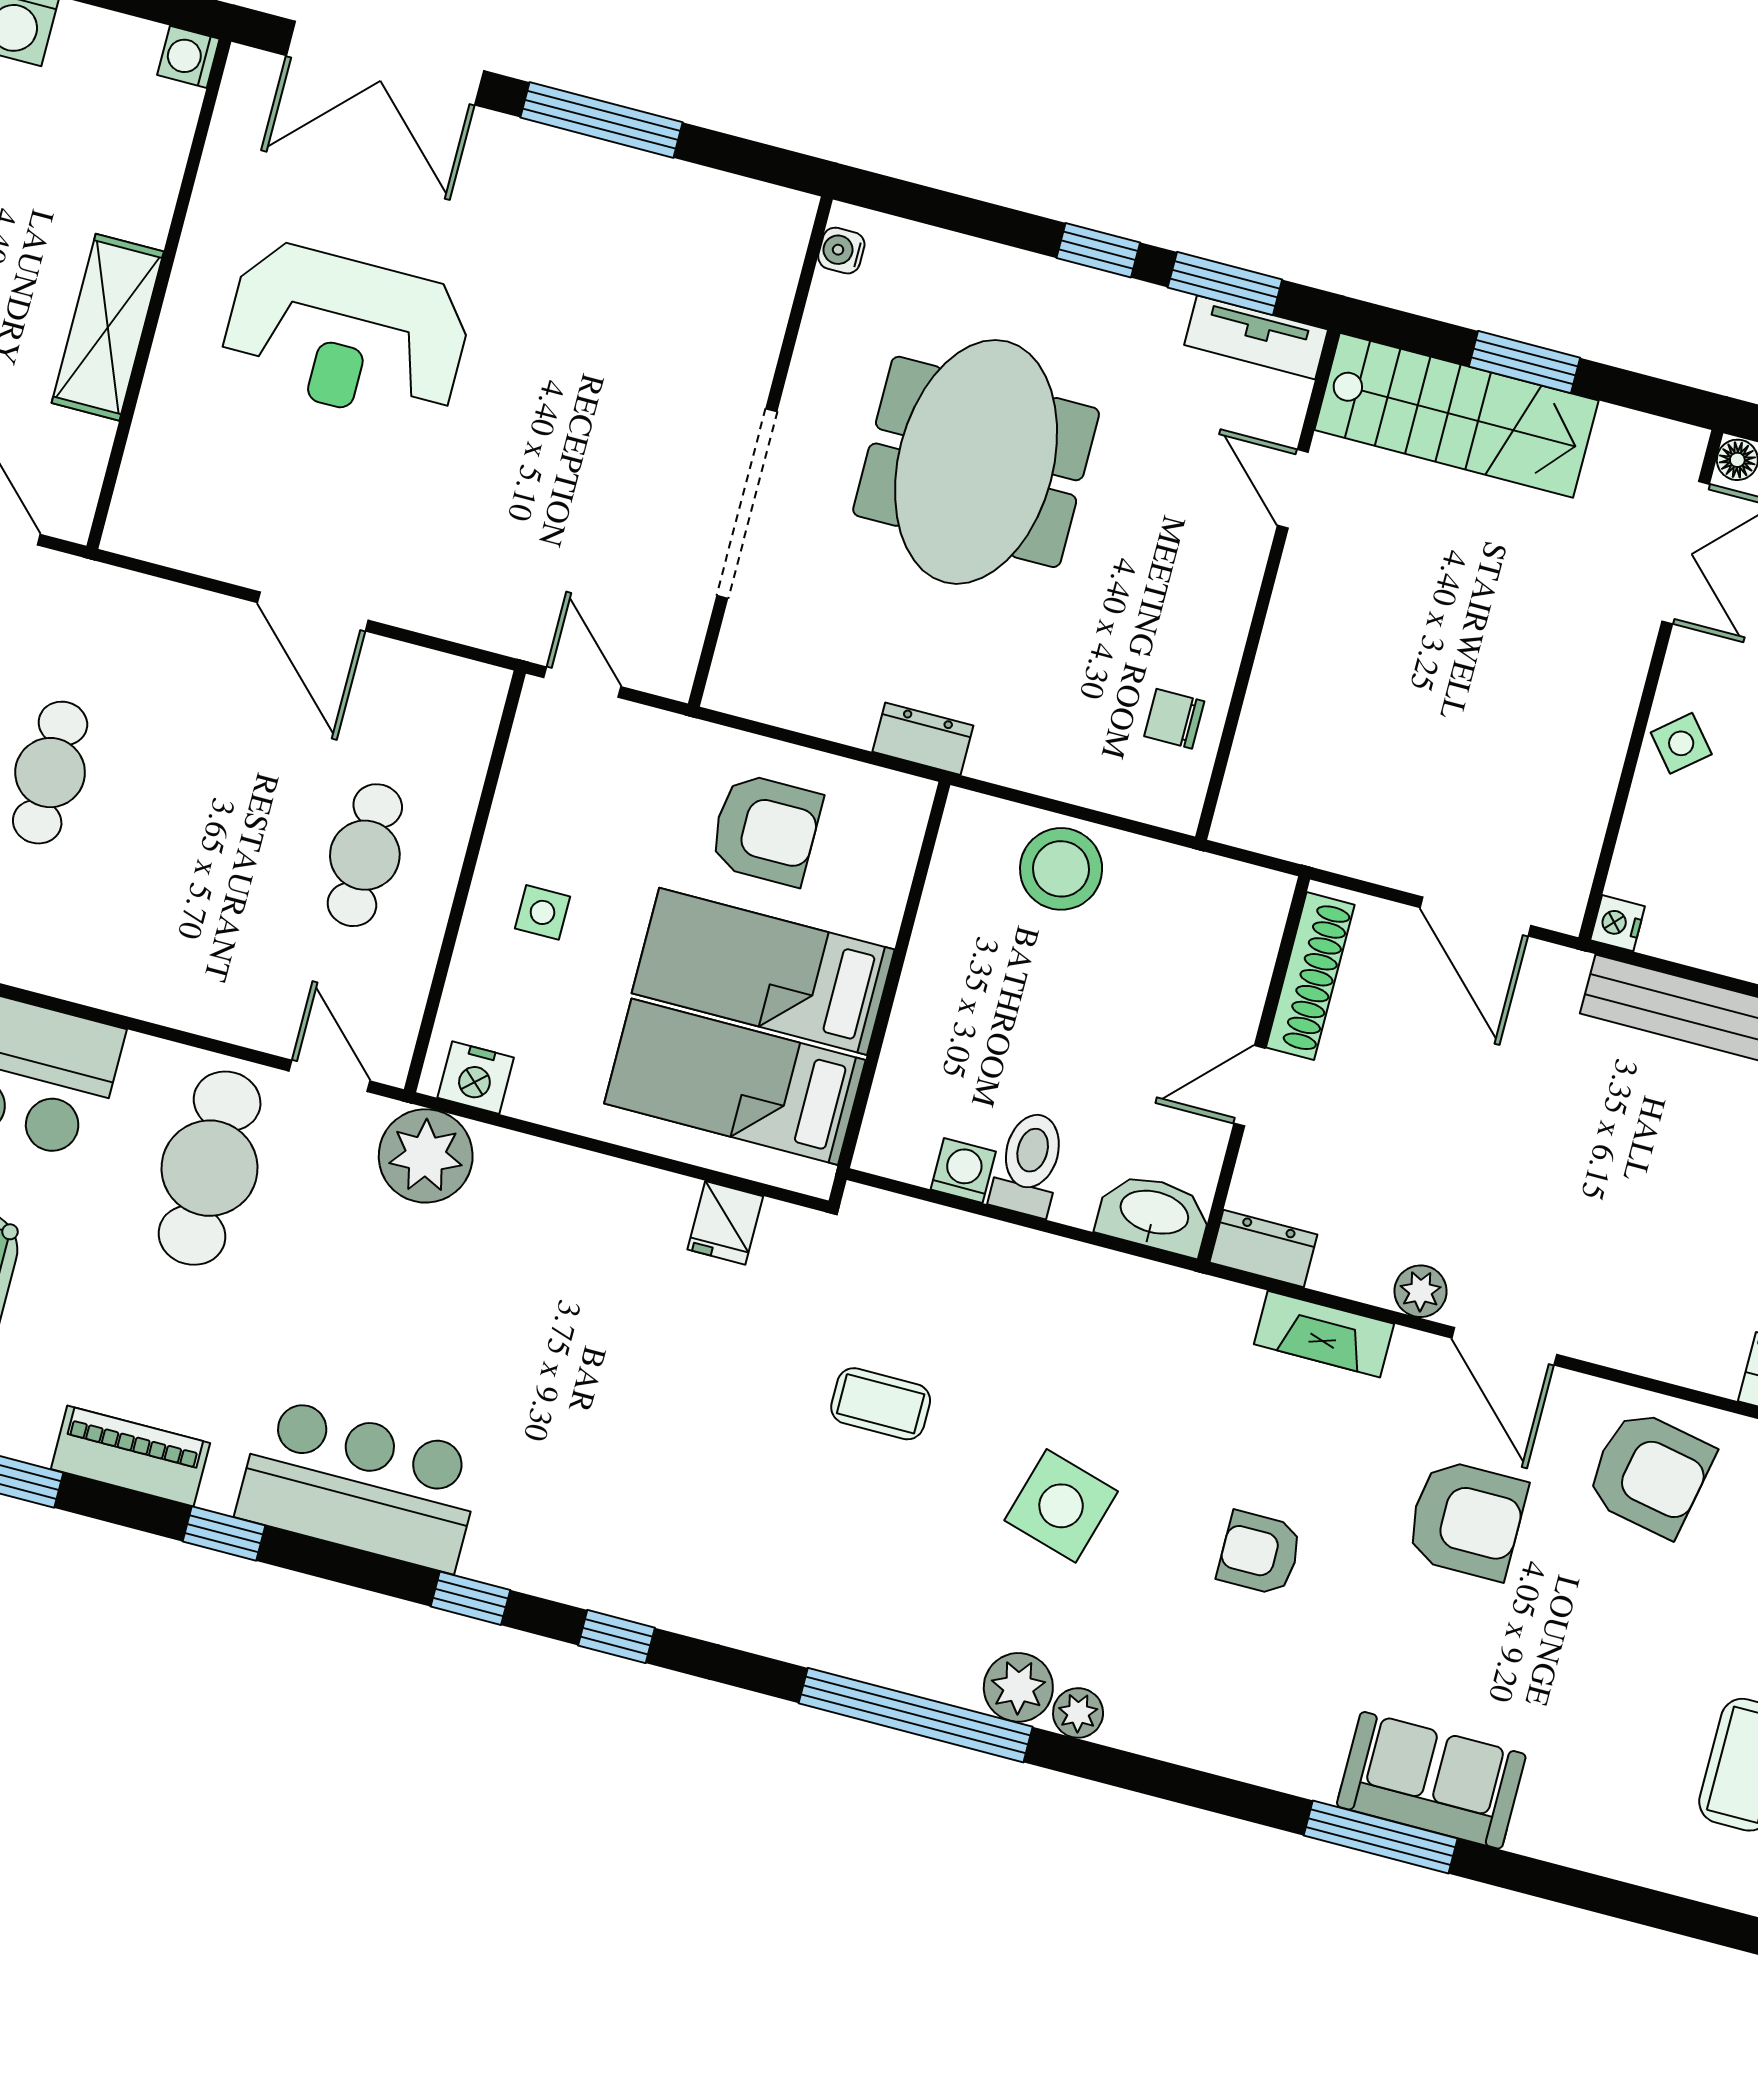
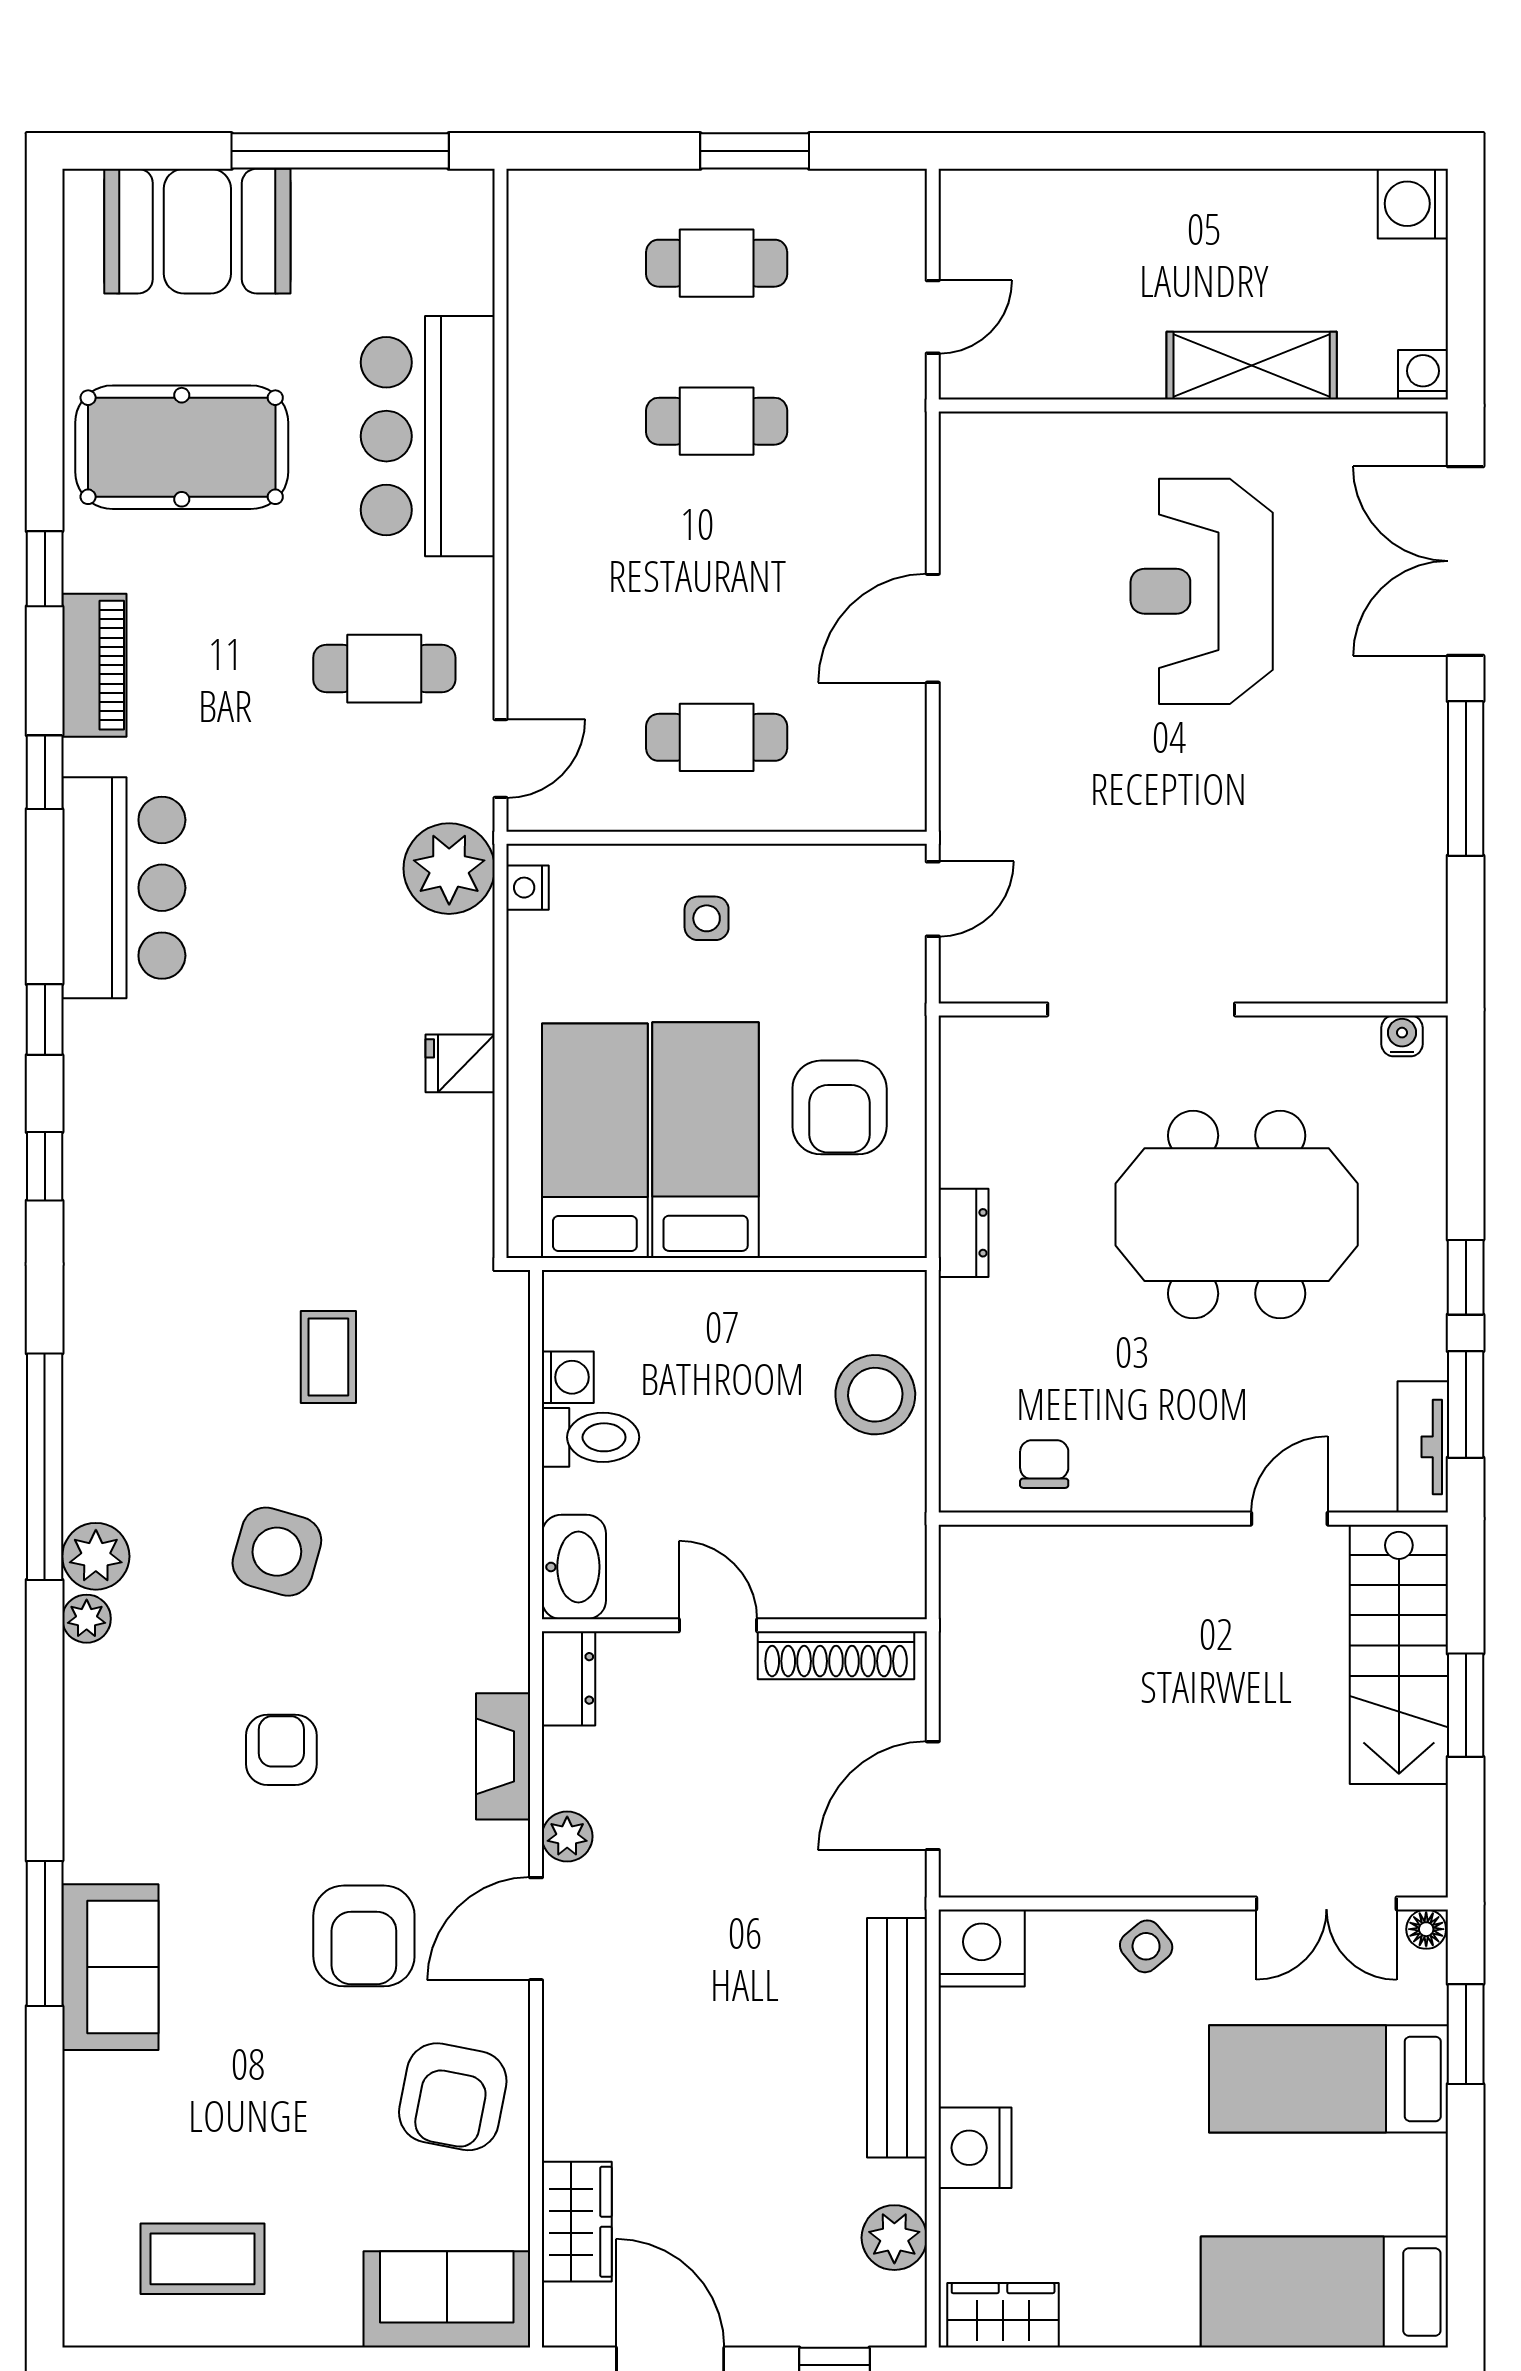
shelving: (108, 327) -> (1252, 366), moved
nightstand: (1618, 923) -> (982, 1948), width x1.89, depth x1.79
nightstand: (476, 1078) -> (527, 888), width x0.72, depth x0.74
cafe table: (210, 1168) -> (384, 669), width x0.73, depth x0.74
fridge: (725, 1223) -> (460, 1063), moved

